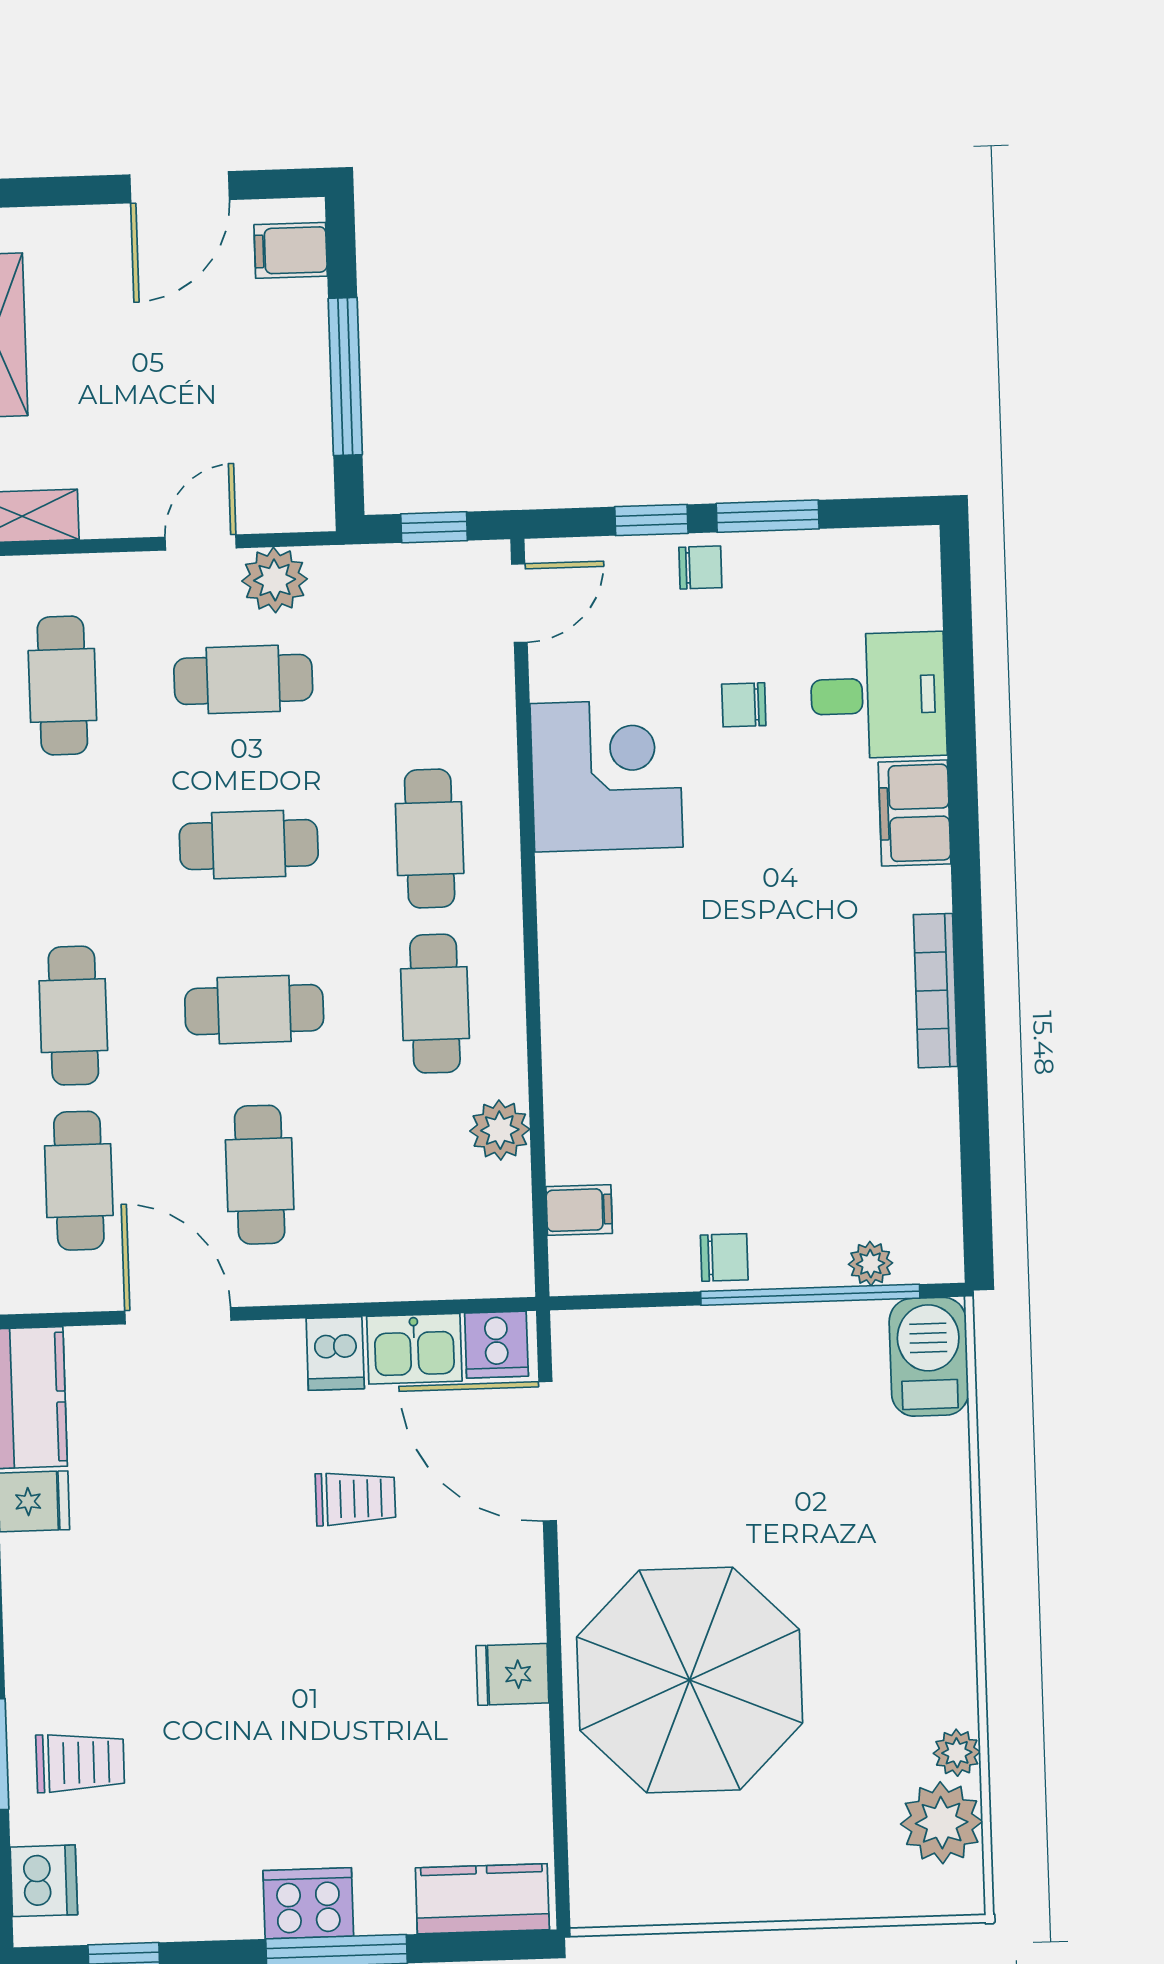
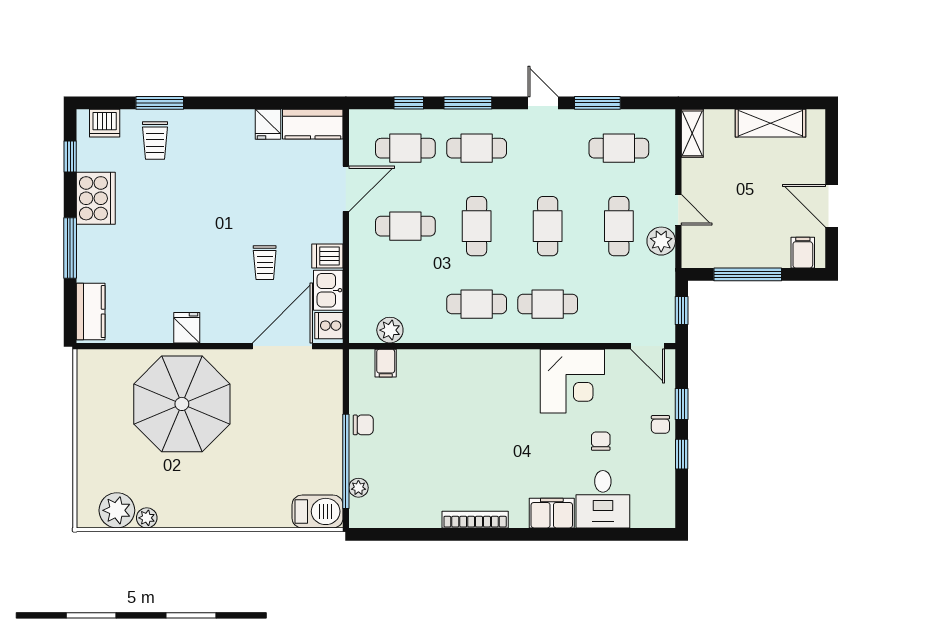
window: (768, 516) -> (682, 454), width x0.67
plant: (500, 1130) -> (390, 330), moved
chair: (724, 1257) -> (363, 425), turned -90
cooker: (308, 1903) -> (96, 198), moved, width x1.37, depth x1.31

